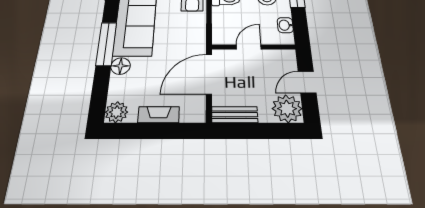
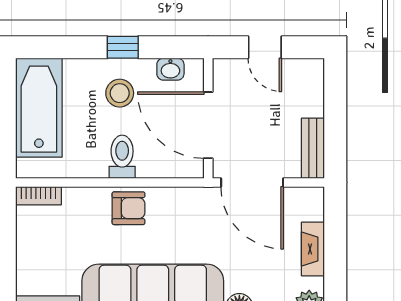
door: (249, 47) -> (208, 125), width x1.87
plant: (287, 109) -> (304, 78), removed

